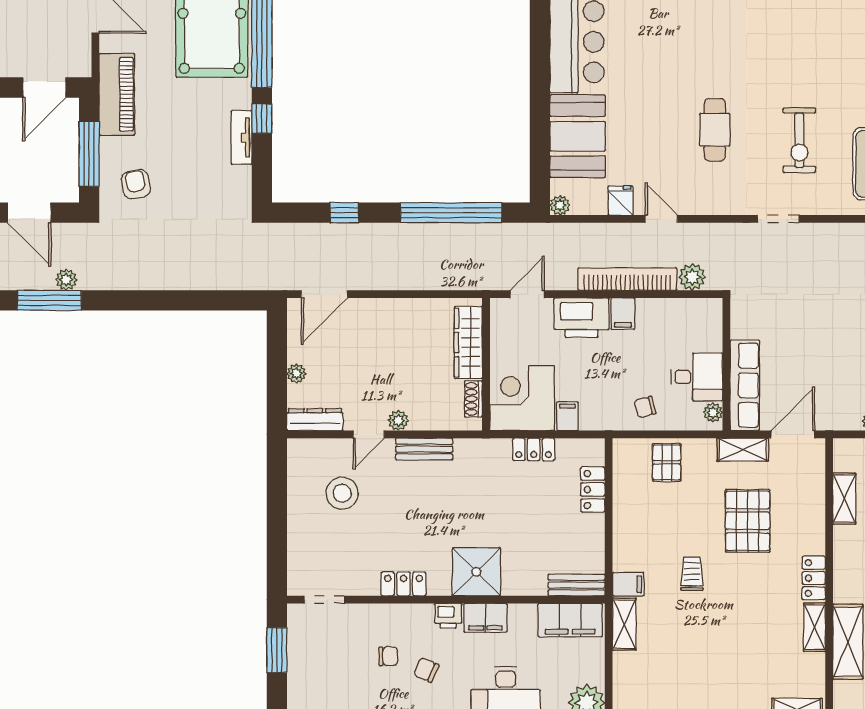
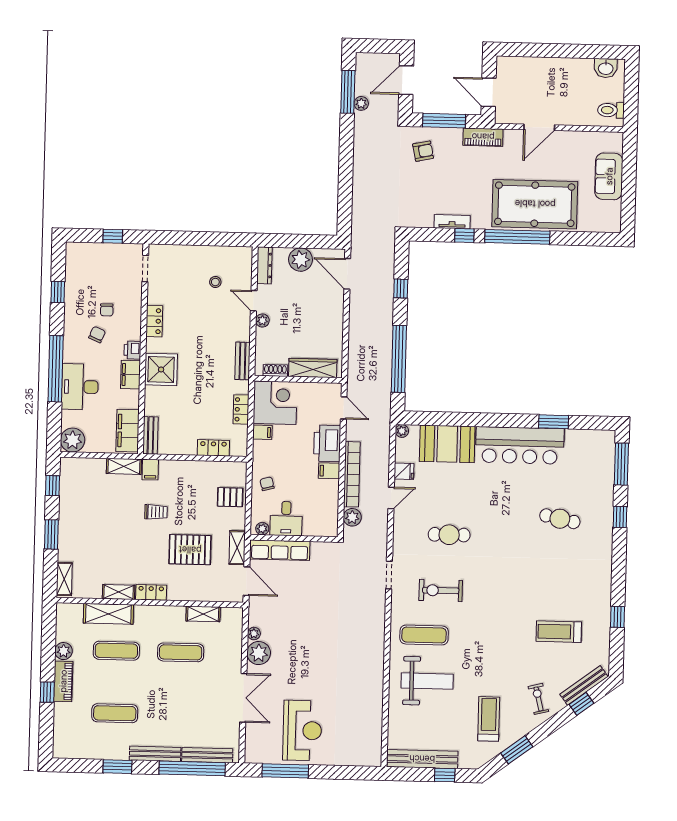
piano: (117, 94) -> (483, 137), width x0.73, depth x0.75
plant: (296, 374) -> (301, 260), width x1.87, depth x1.87
bench: (424, 449) -> (242, 361), moved
stool: (342, 493) -> (215, 282), width x0.53, depth x0.53
window: (277, 650) -> (113, 236), width x0.67

